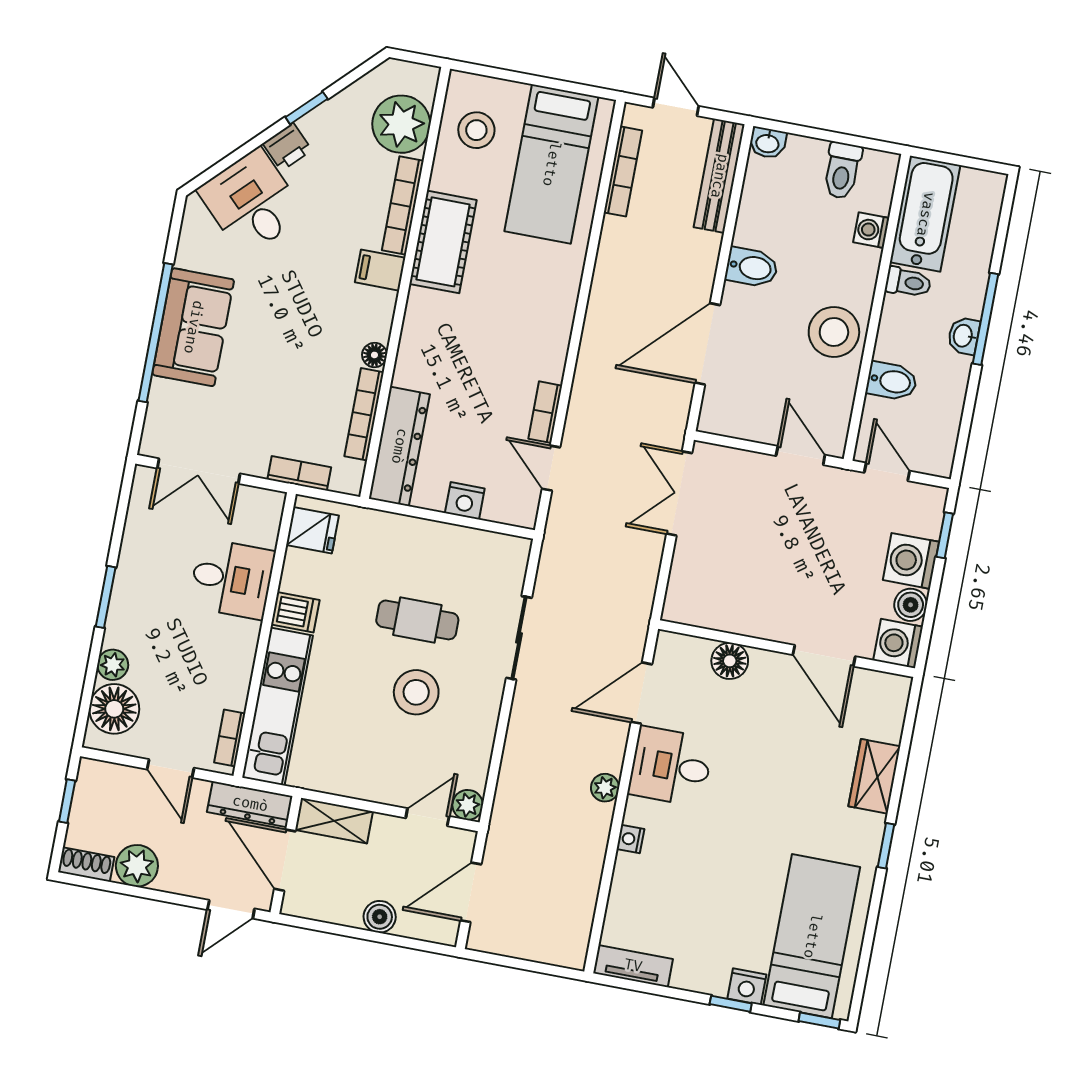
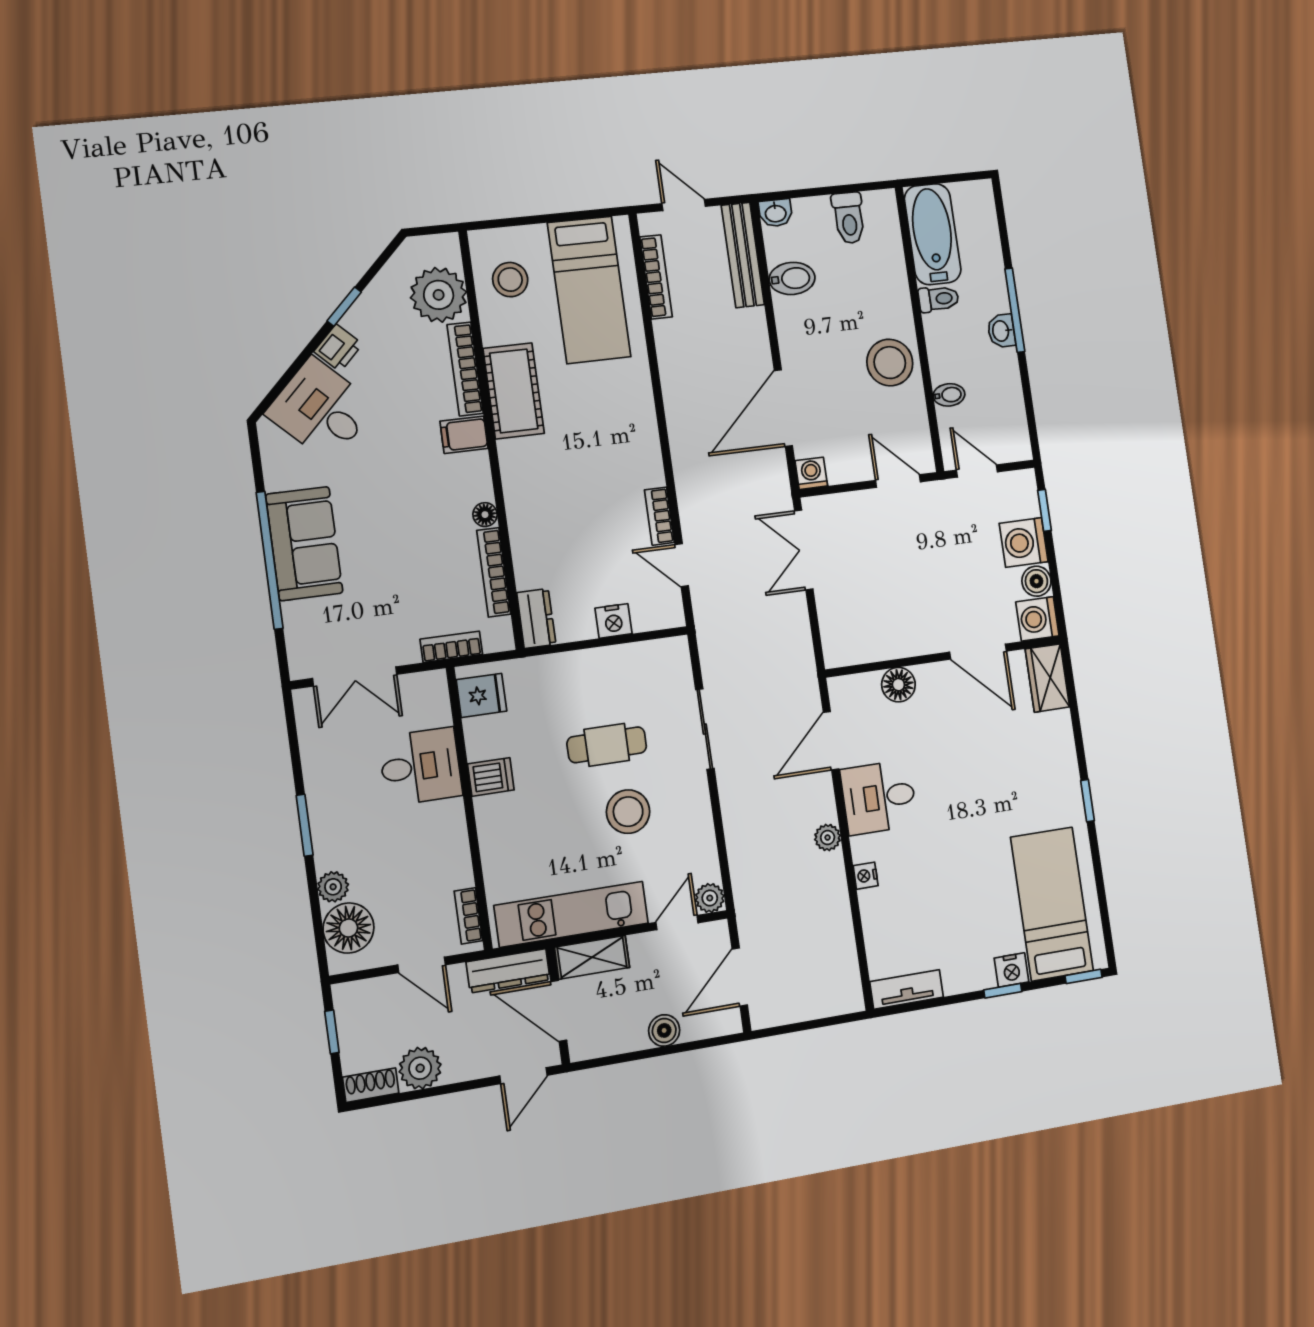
washing machine: (871, 230) -> (811, 473), moved, turned 90
bidet: (752, 267) -> (792, 278), moved
bidet: (892, 381) -> (949, 395), width x0.72, depth x0.74
dresser: (399, 446) -> (536, 618), width x0.51, depth x0.80
kitchen unit: (277, 707) -> (571, 914), moved, turned -90
wardrobe: (874, 776) -> (1047, 678), moved

